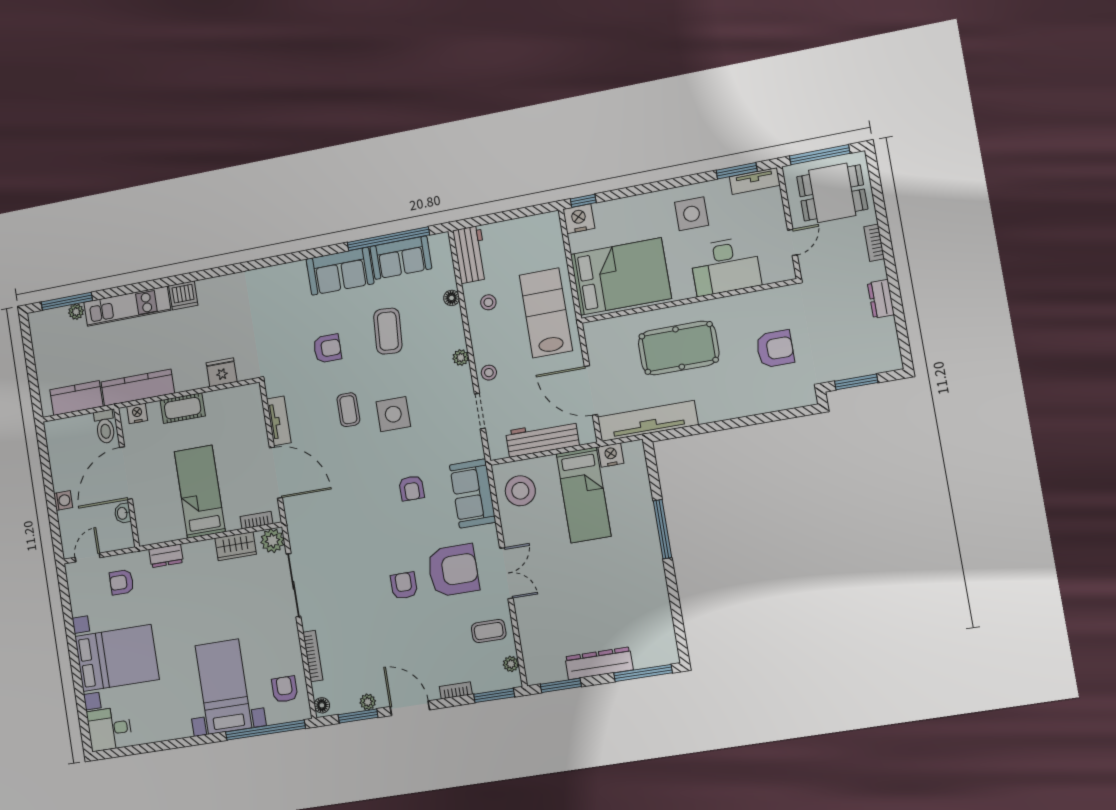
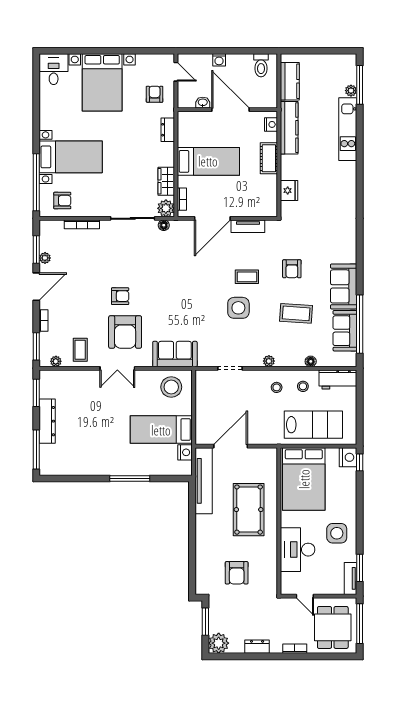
dishwasher: (183, 295) -> (348, 171), removed
lab bench: (546, 313) -> (313, 425), moved
plant: (886, 357) -> (219, 643), added
stool: (489, 373) -> (277, 387), moved
toilet: (105, 427) -> (261, 65), moved, turned -90
workbench: (542, 438) -> (204, 408), removed
armchair: (412, 488) -> (186, 312), removed
floor lamp: (322, 705) -> (164, 225), moved

